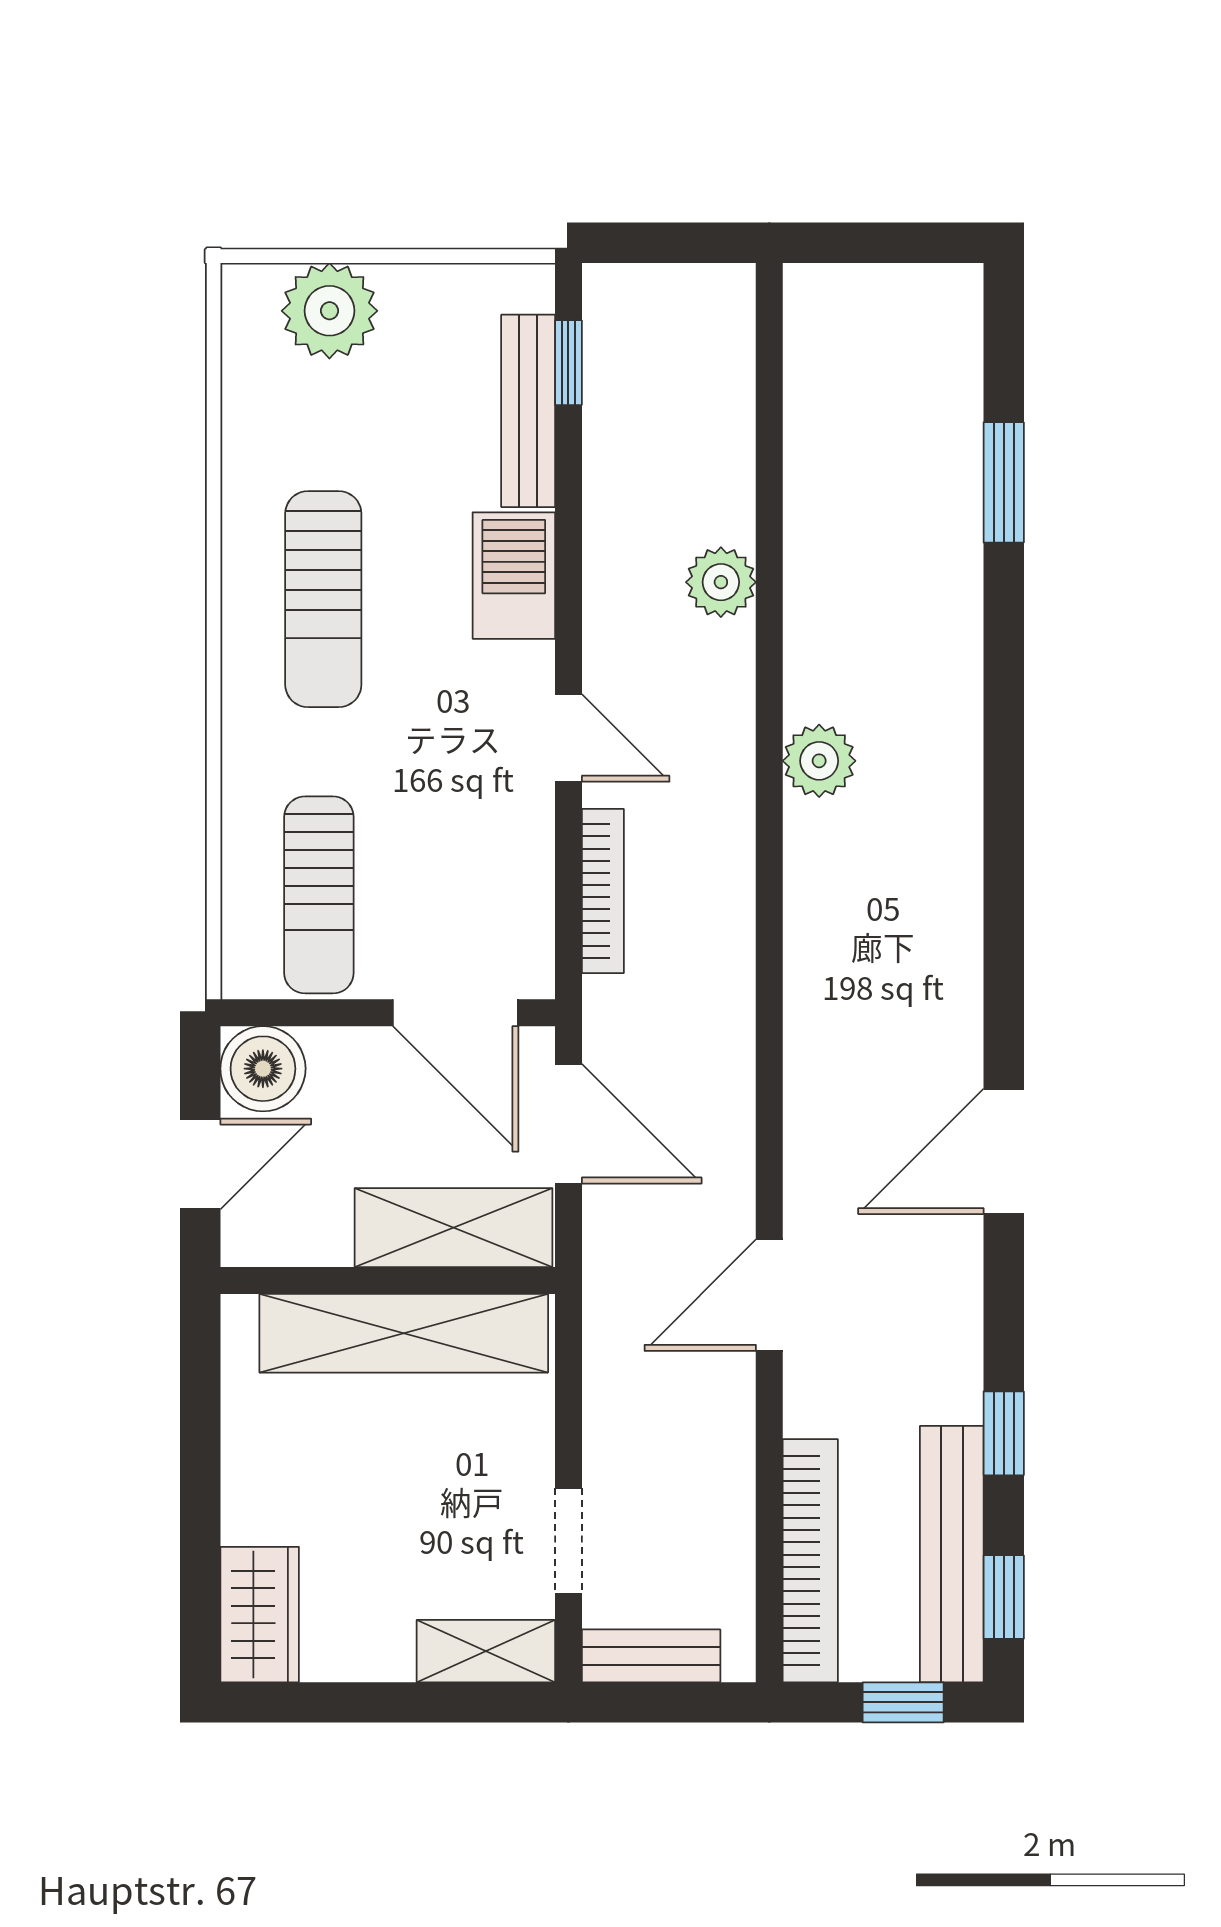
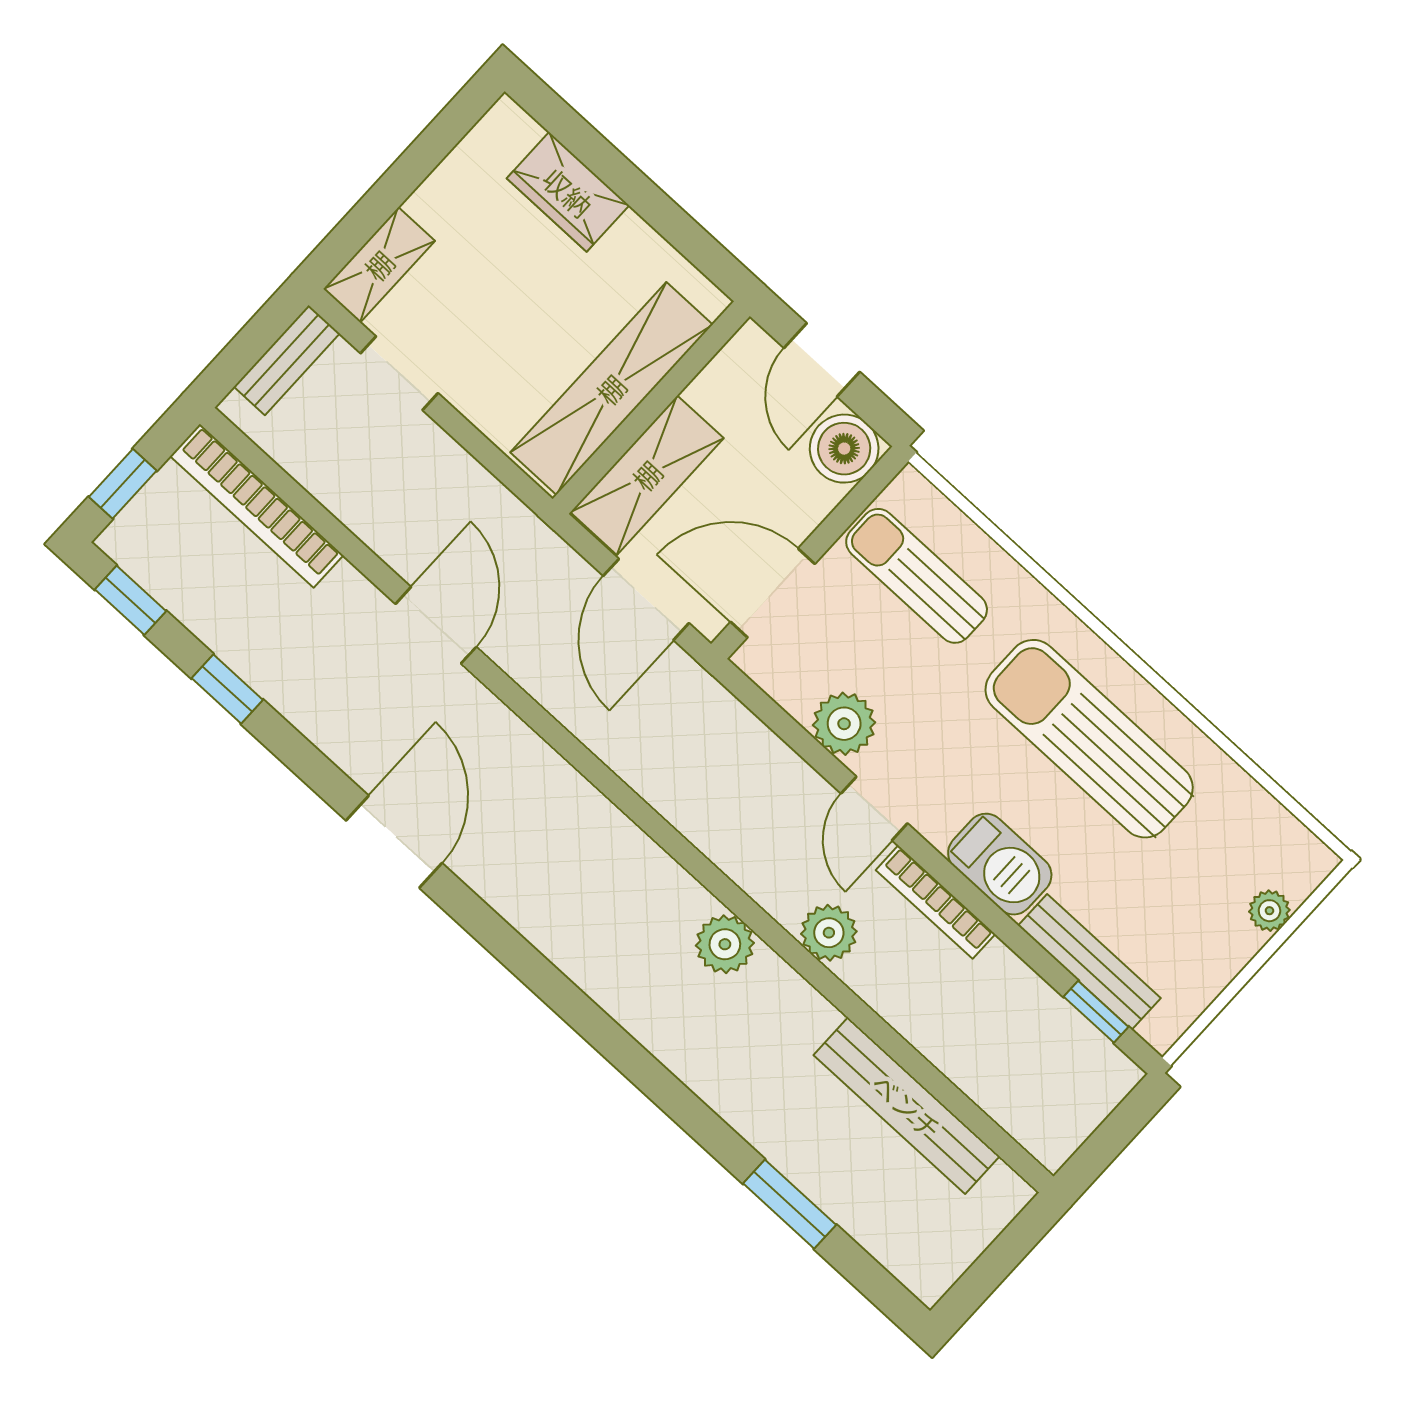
plant: (329, 311) -> (1269, 911), width x0.53, depth x0.53
plant: (721, 582) -> (829, 933), moved
sun lounger: (323, 599) -> (1089, 739), width x1.36, depth x1.34
door: (568, 738) -> (874, 808), hinge flipped
plant: (516, 837) -> (844, 724), added
bookcase: (603, 891) -> (936, 902), moved
door: (568, 1124) -> (646, 599), hinge flipped
bench: (952, 1554) -> (907, 1106), moved
wardrobe: (260, 1615) -> (568, 192), moved

